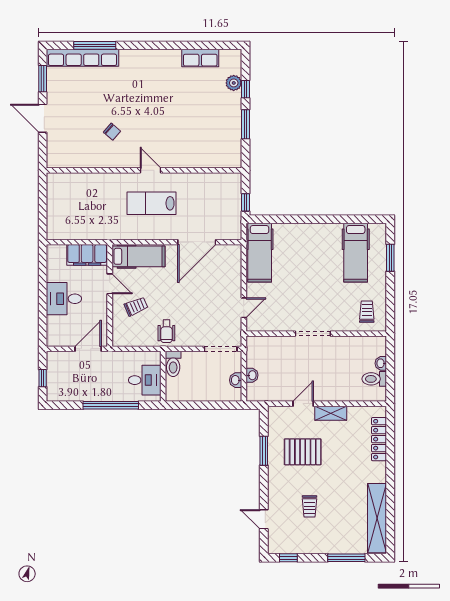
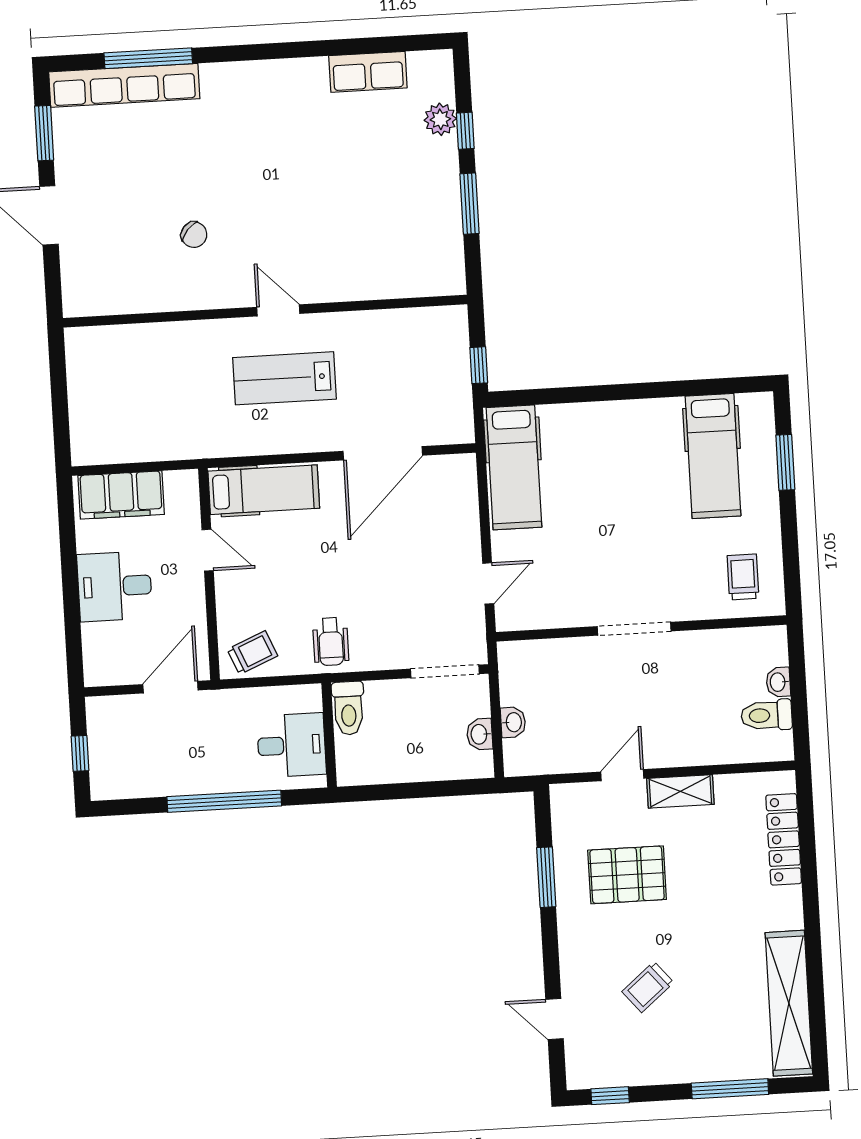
filing cabinet: (87, 255) -> (121, 495), moved
trolley: (136, 306) -> (252, 653), moved
trolley: (310, 506) -> (648, 987), turned 50

